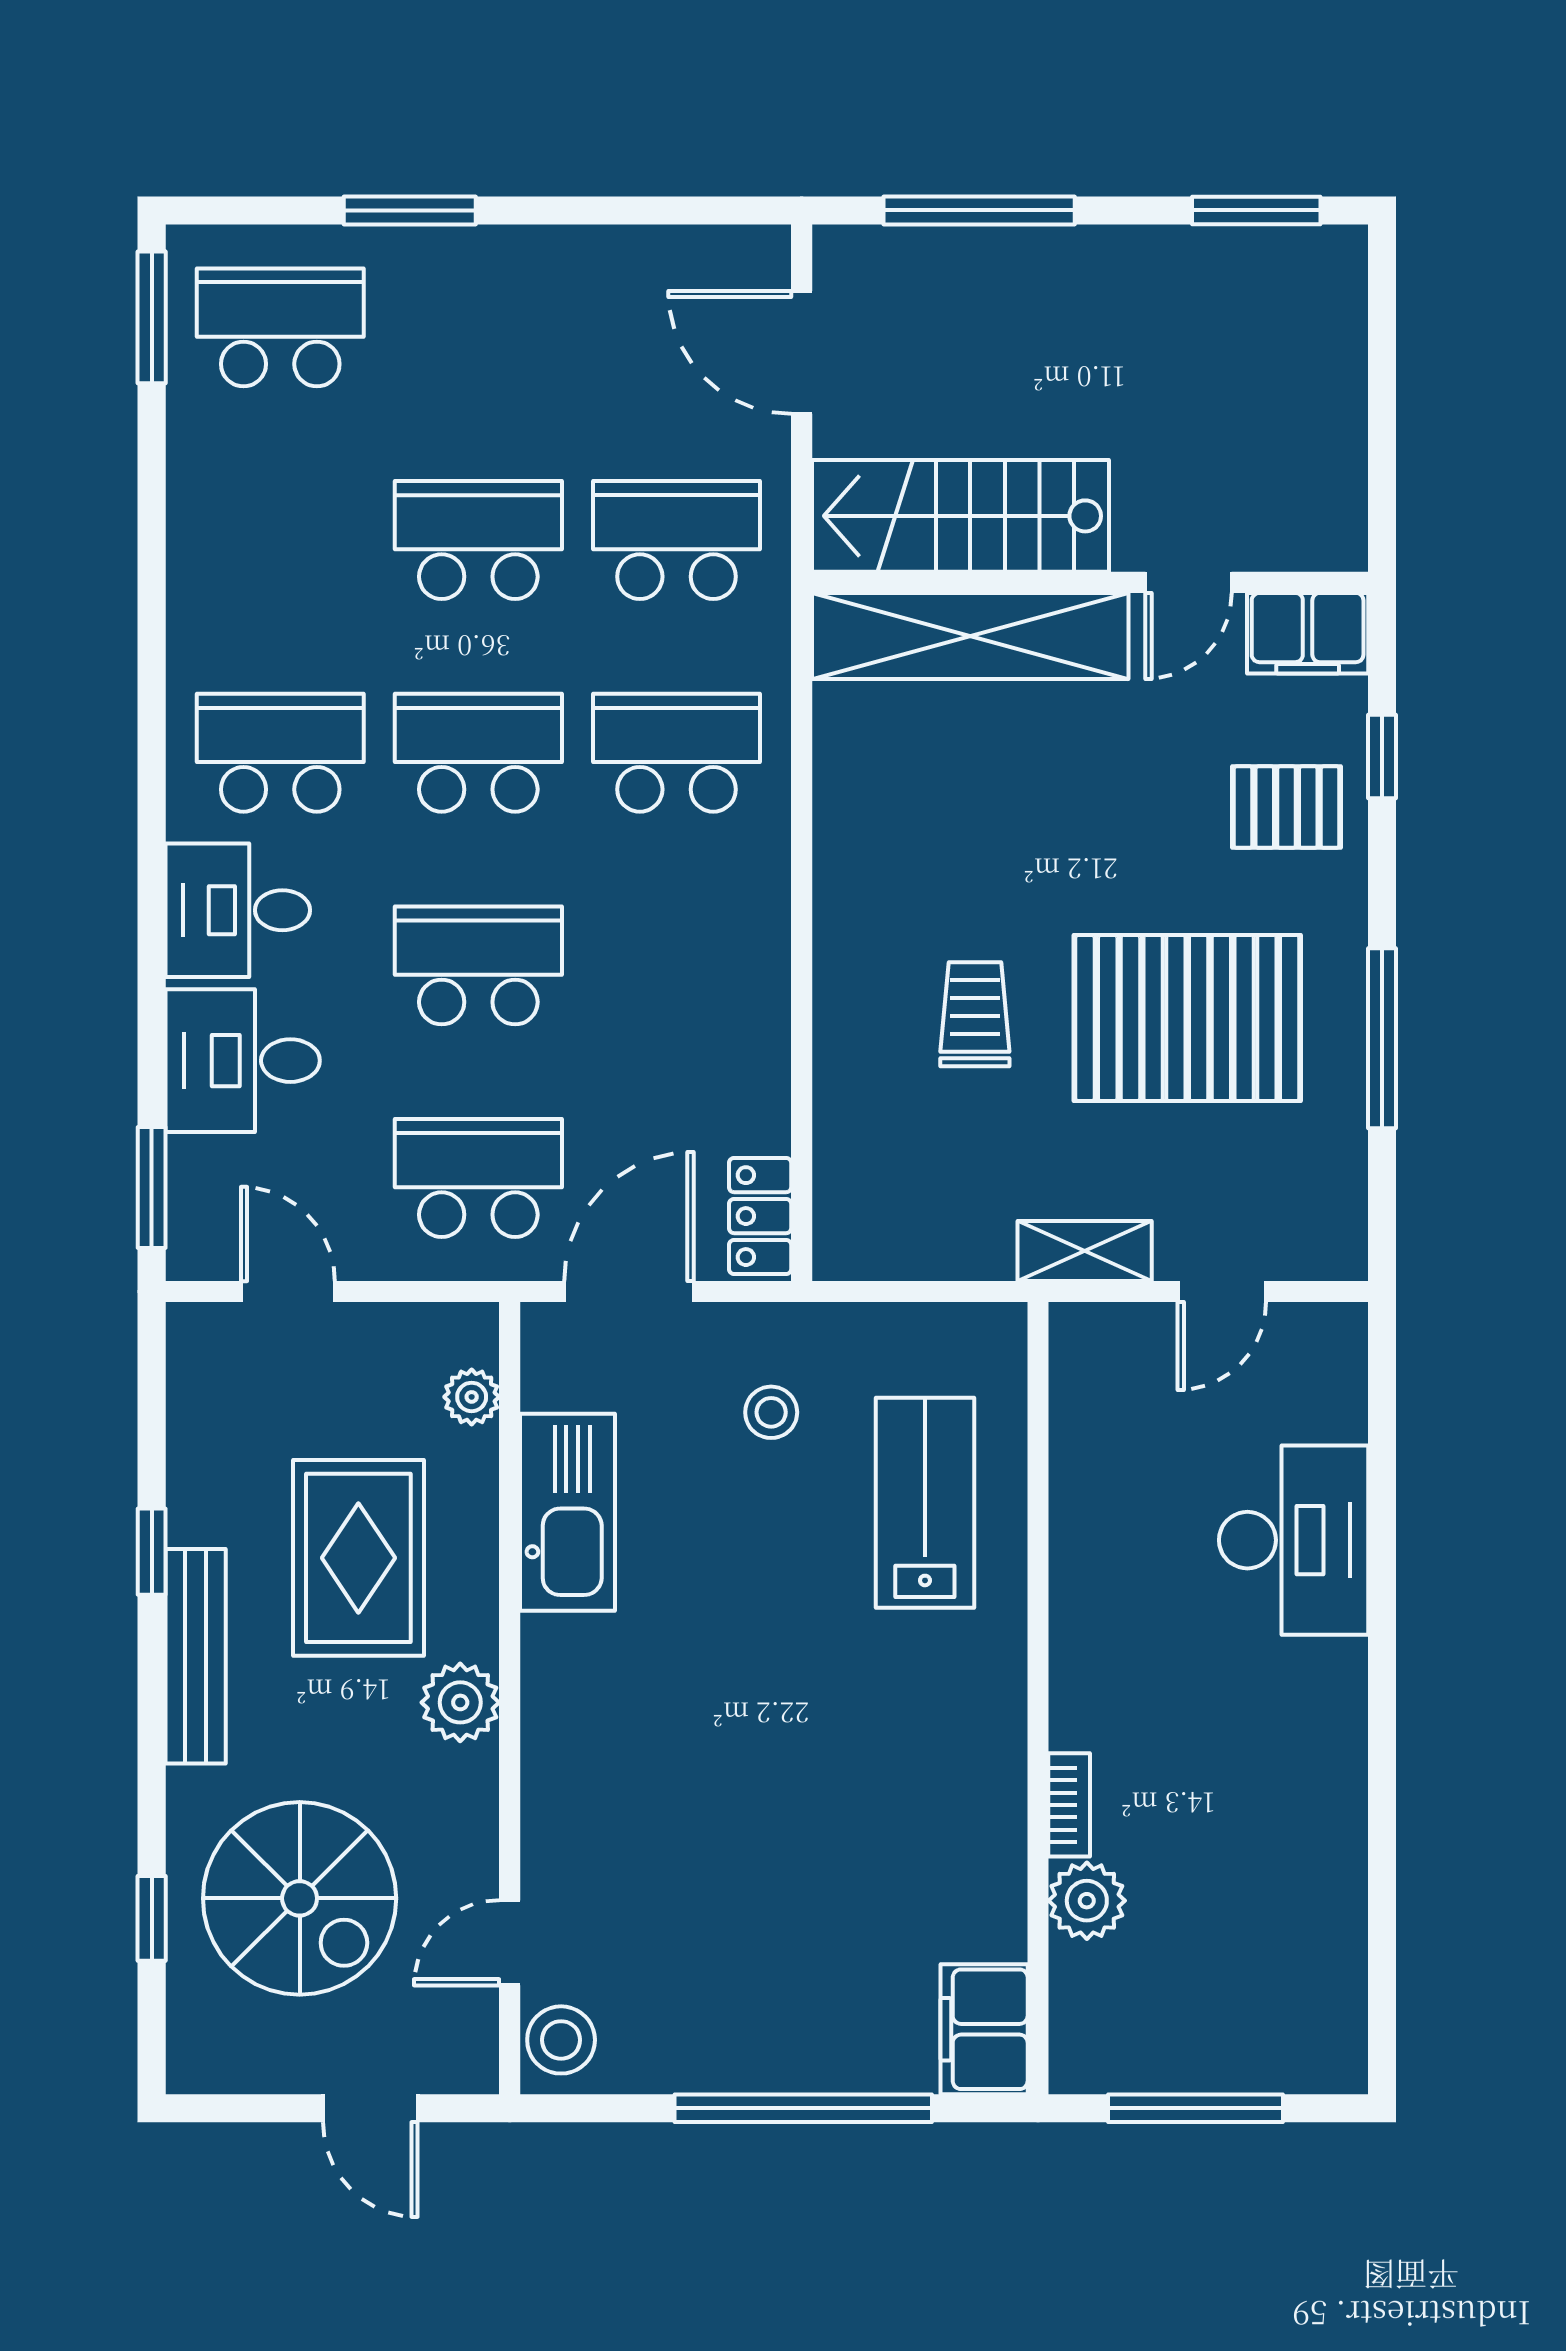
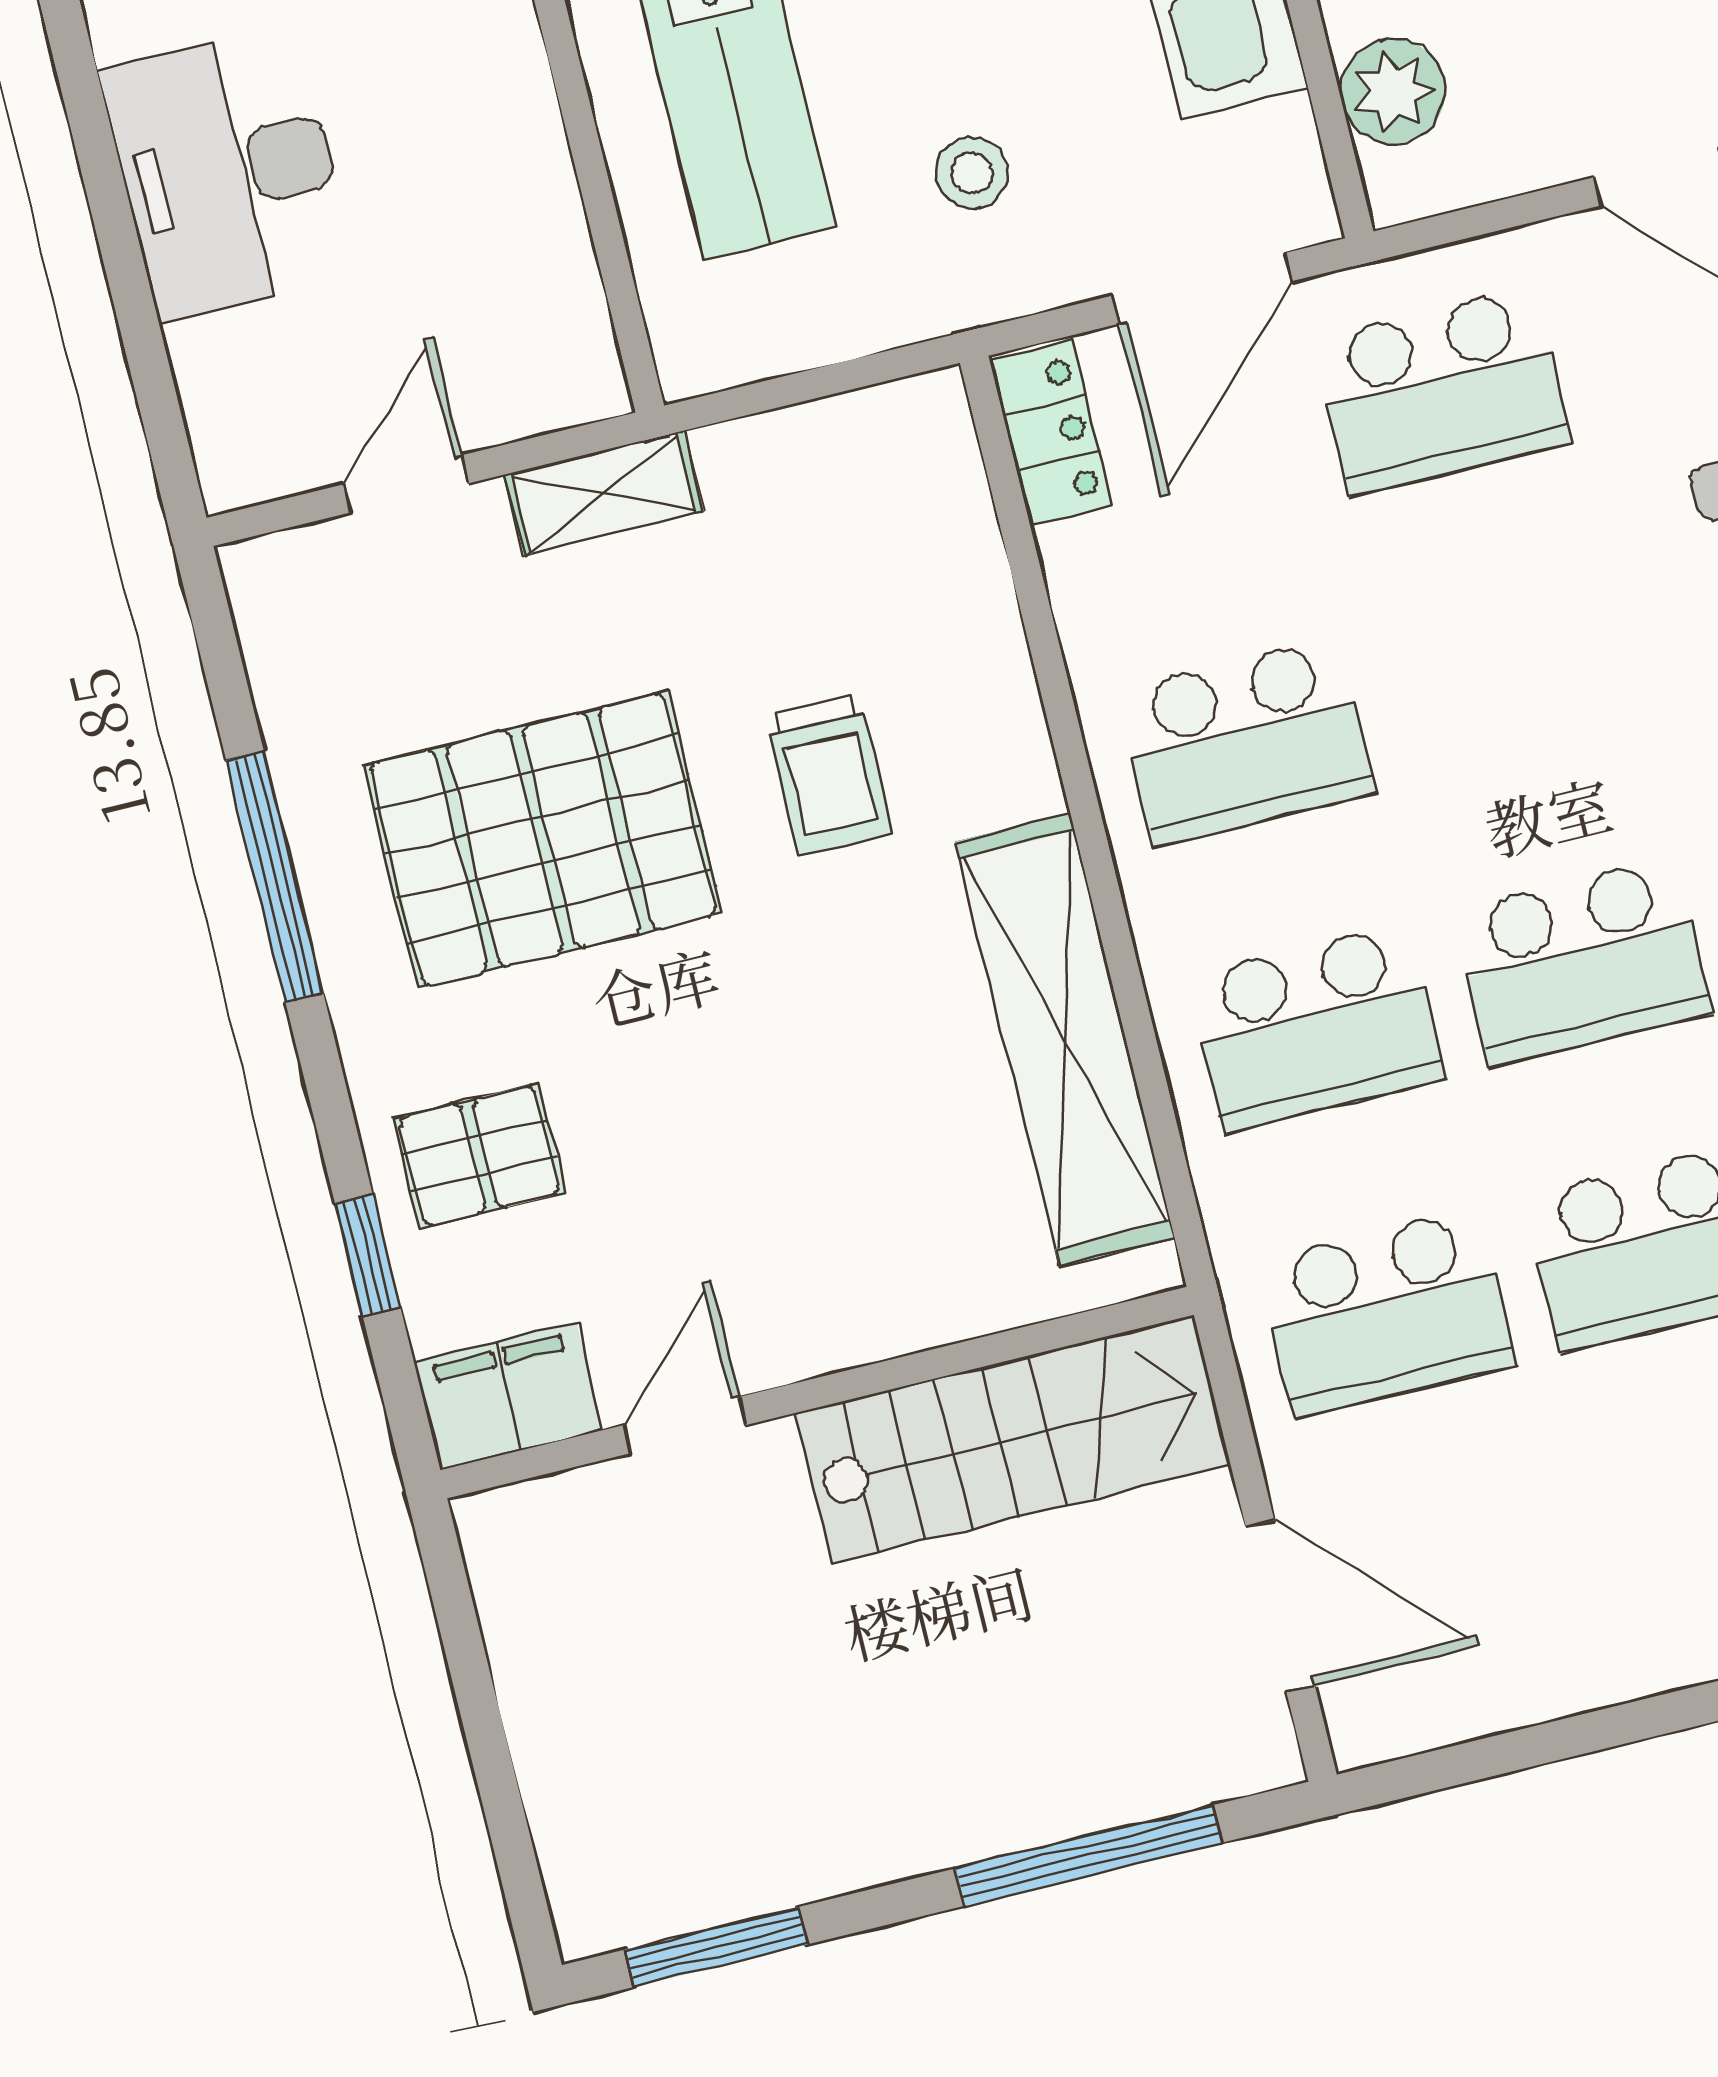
shelving: (970, 636) -> (1065, 1040), moved, turned 90
school desk: (478, 965) -> (1246, 742), moved
plant: (472, 1397) -> (1393, 91), width x1.38, depth x1.38

